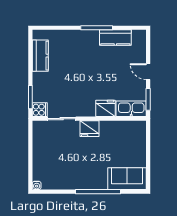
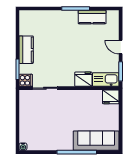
kitchen counter: (40, 56) -> (26, 50), moved
fridge: (89, 129) -> (111, 97), moved
sofa: (127, 179) -> (96, 141), width x1.36

